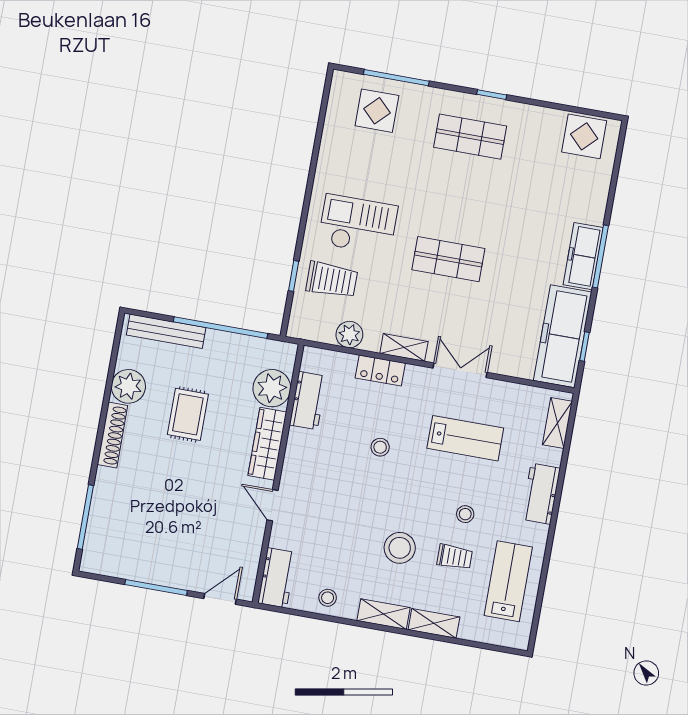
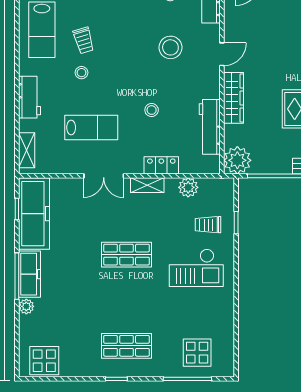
plant: (595, 213) -> (26, 306), added
trolley: (332, 280) -> (208, 225), width x0.73, depth x0.72
plant: (272, 388) -> (237, 160), moved
workbench: (308, 401) -> (210, 127), width x1.38
lab bench: (465, 438) -> (91, 127), turned 180
door: (273, 505) -> (222, 54), hinge flipped
stool: (400, 548) -> (170, 47), moved
trolley: (455, 557) -> (84, 40), turned -106

